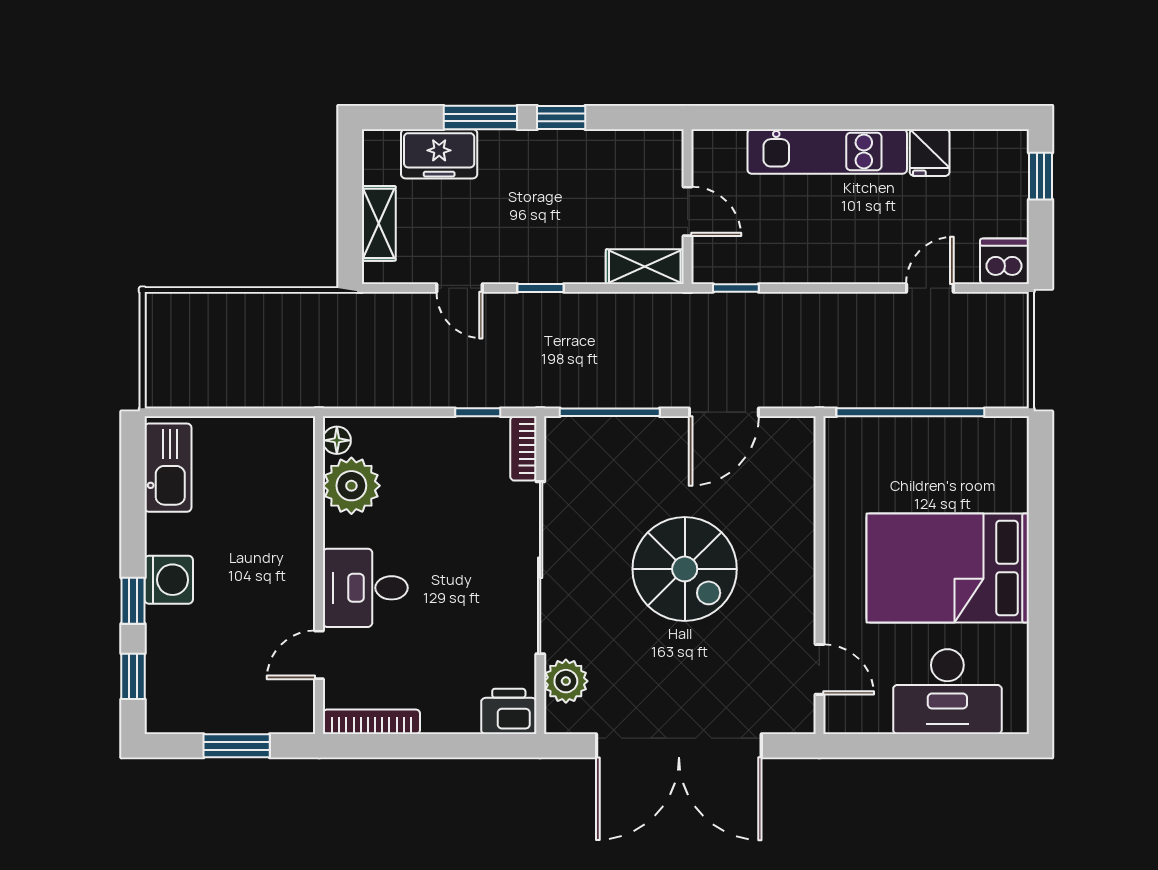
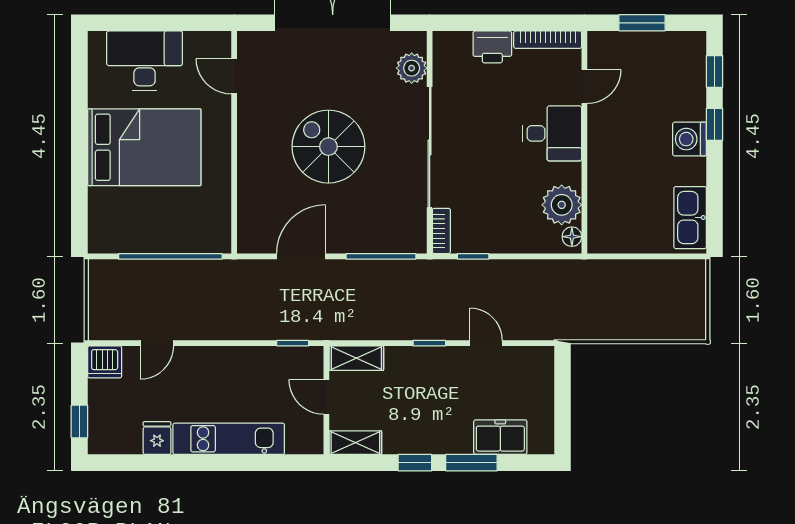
shelving: (379, 223) -> (355, 443), moved, turned 90
printer: (509, 711) -> (492, 47), moved

